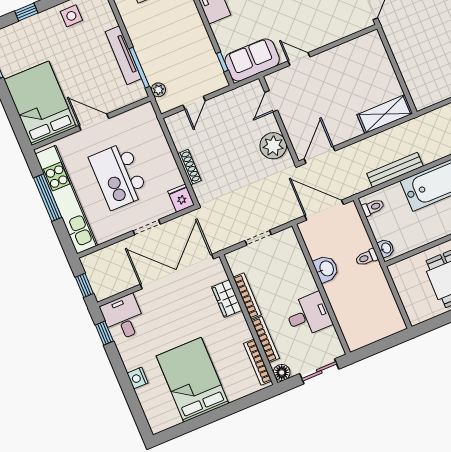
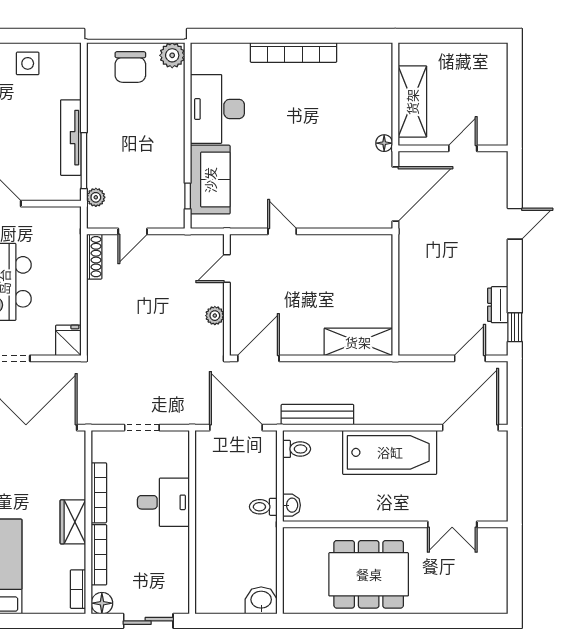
sofa: (252, 60) -> (210, 180), moved, turned 90
plant: (273, 146) -> (215, 316), width x0.53, depth x0.53
shoe rack: (189, 167) -> (94, 257), moved
bench: (395, 170) -> (317, 415), moved
washbasin: (326, 269) -> (261, 600), moved, turned -90
wardrobe: (227, 299) -> (73, 522), moved
desk: (308, 315) -> (163, 502), moved
bookcase: (258, 362) -> (78, 589), width x0.64

